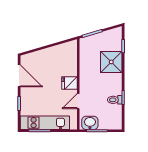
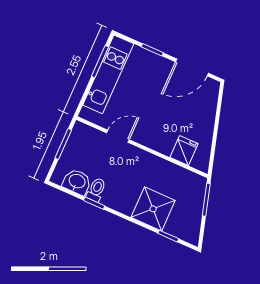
fridge: (69, 83) -> (184, 151), moved
door: (78, 101) -> (118, 136), hinge flipped
washbasin: (90, 123) -> (77, 182), moved, turned -90

